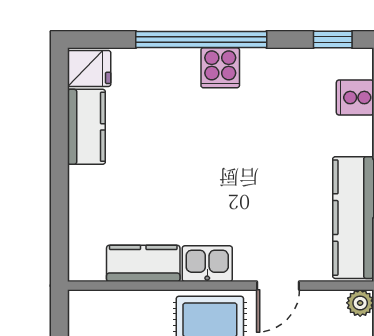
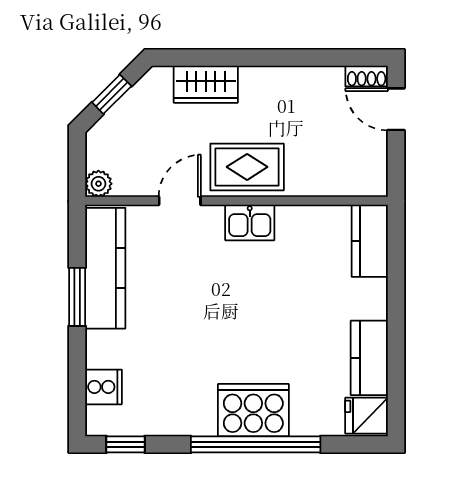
cooker: (220, 68) -> (253, 410), width x1.87, depth x1.31
kitchen counter: (143, 263) -> (370, 241), moved, turned 90

